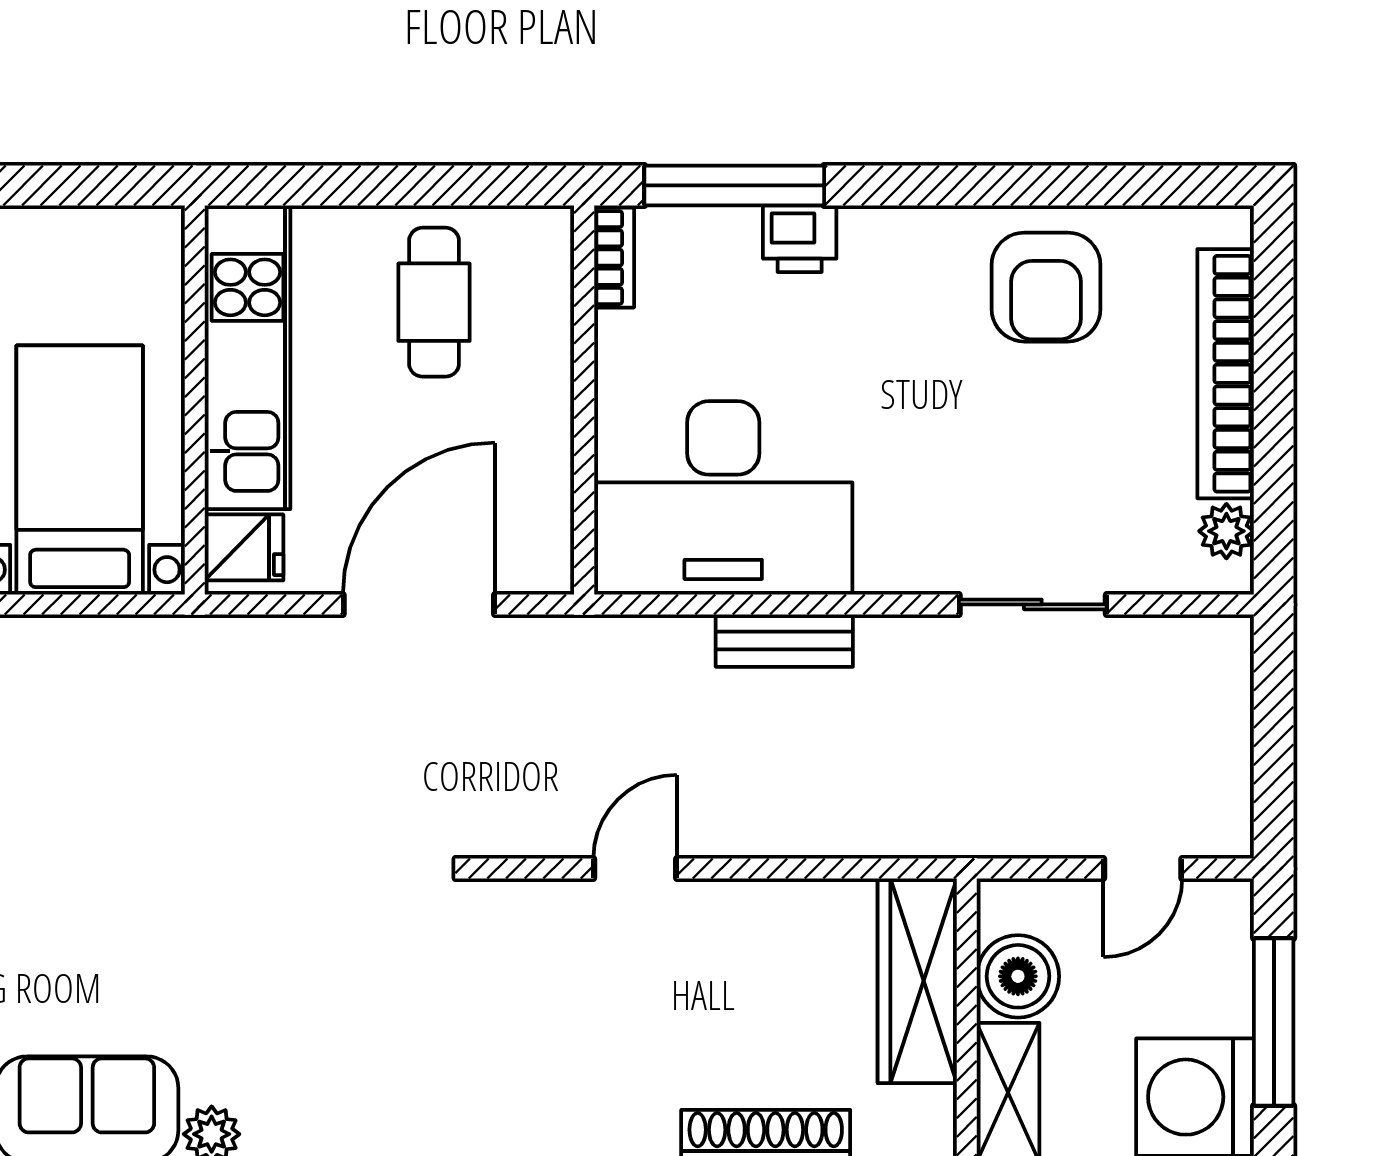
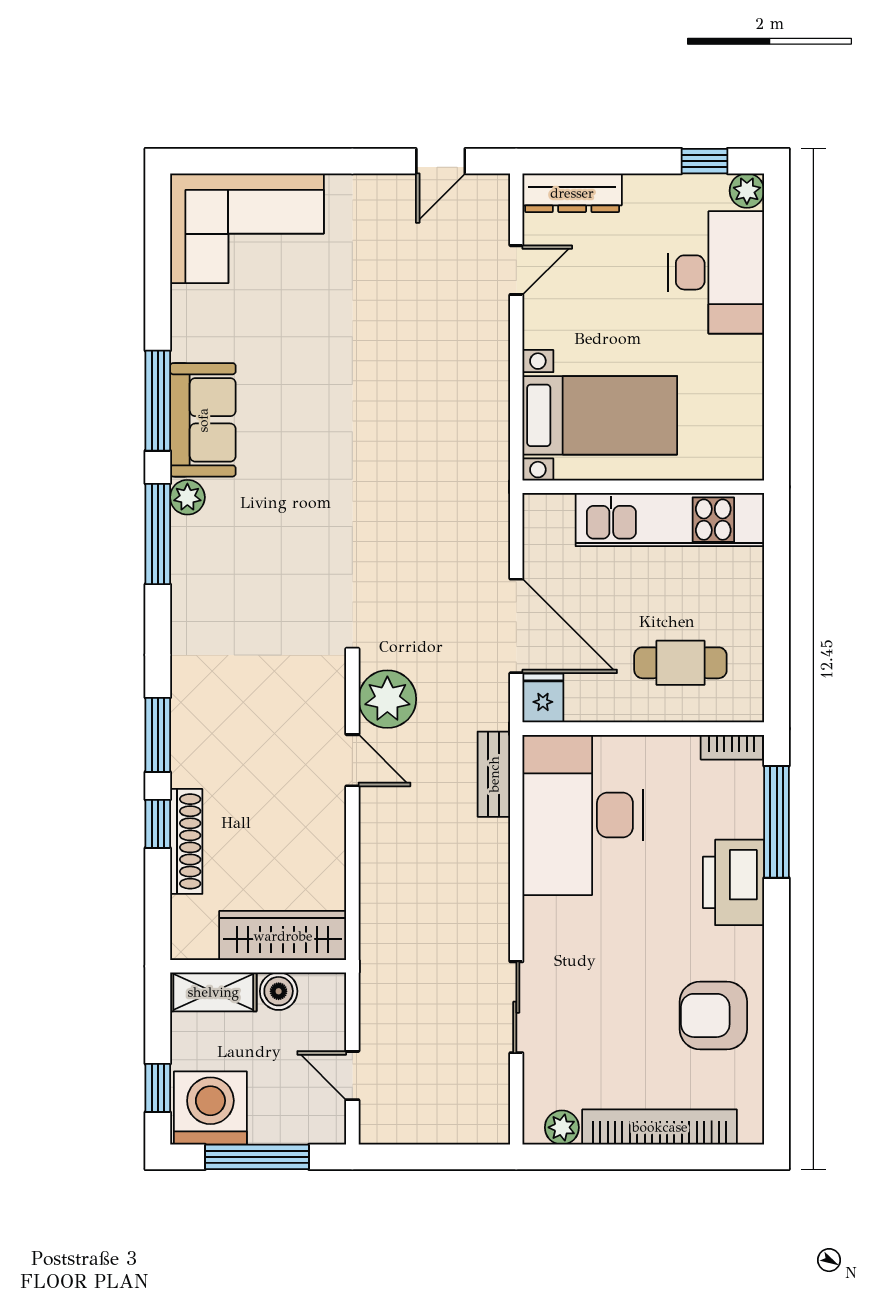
printer: (800, 239) -> (734, 882), width x1.87, depth x1.48
cafe table: (434, 302) -> (680, 663), moved
fridge: (244, 547) -> (543, 698), moved, turned 180
bench: (784, 641) -> (494, 774), moved
plant: (537, 812) -> (387, 699), added
boiler: (1018, 976) -> (279, 991), width x0.73, depth x0.73

